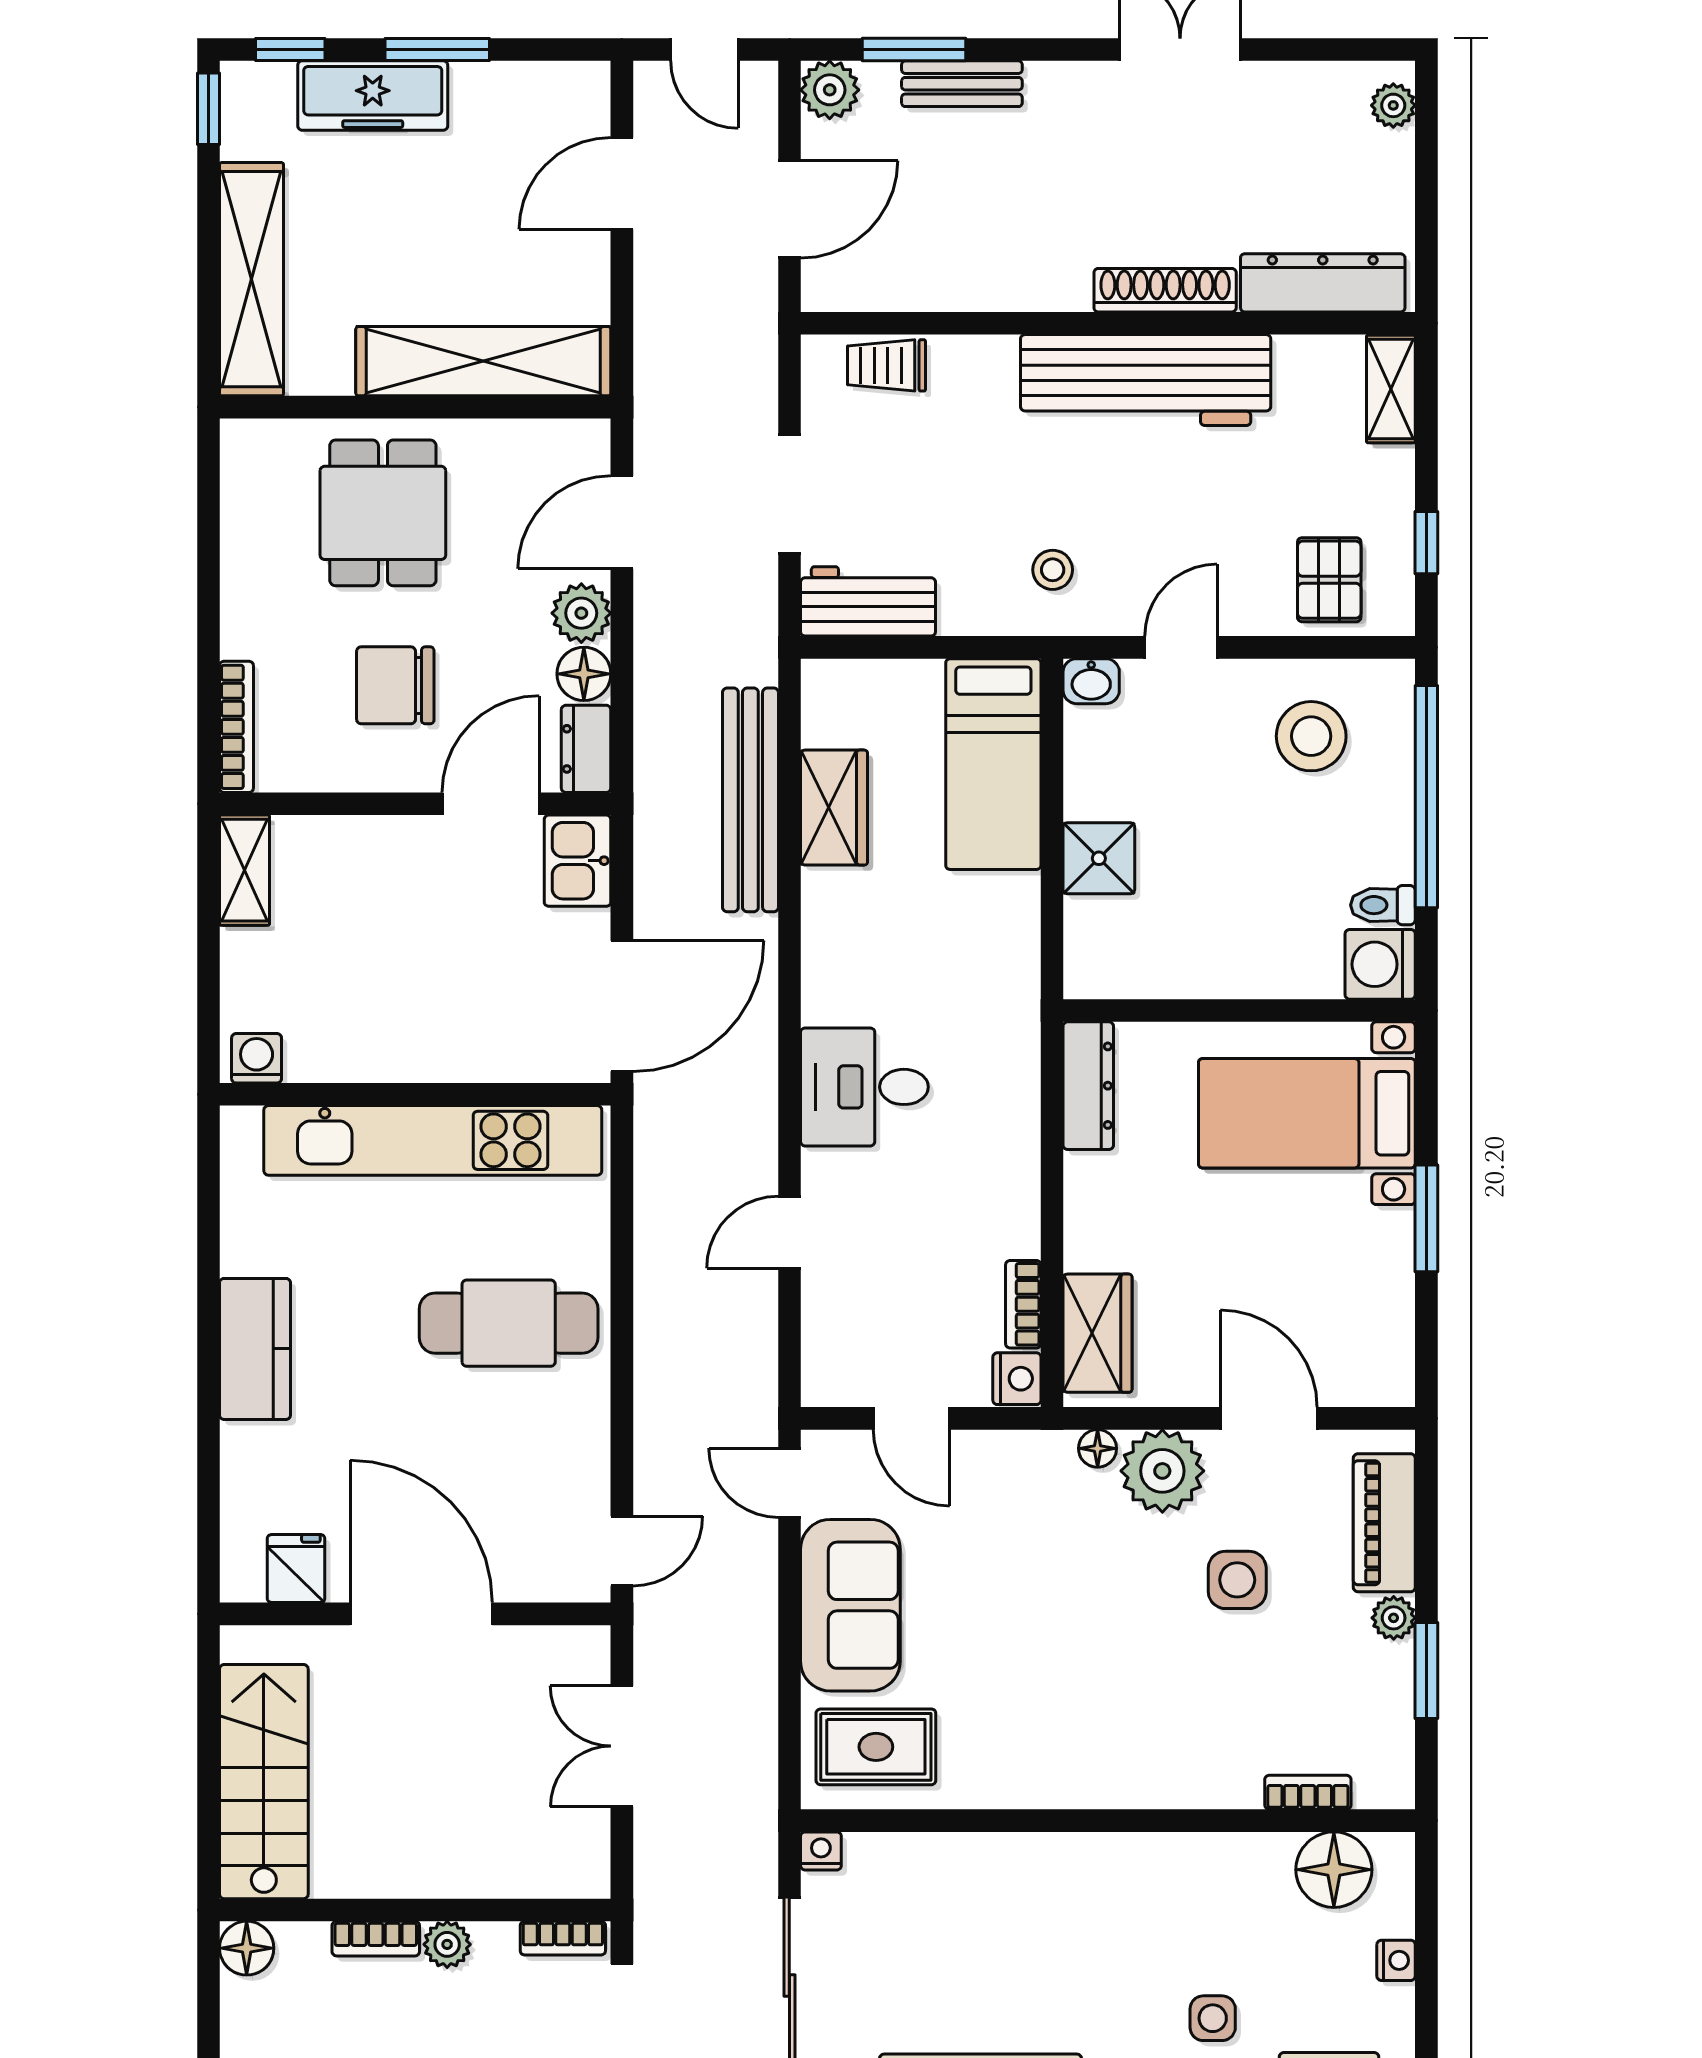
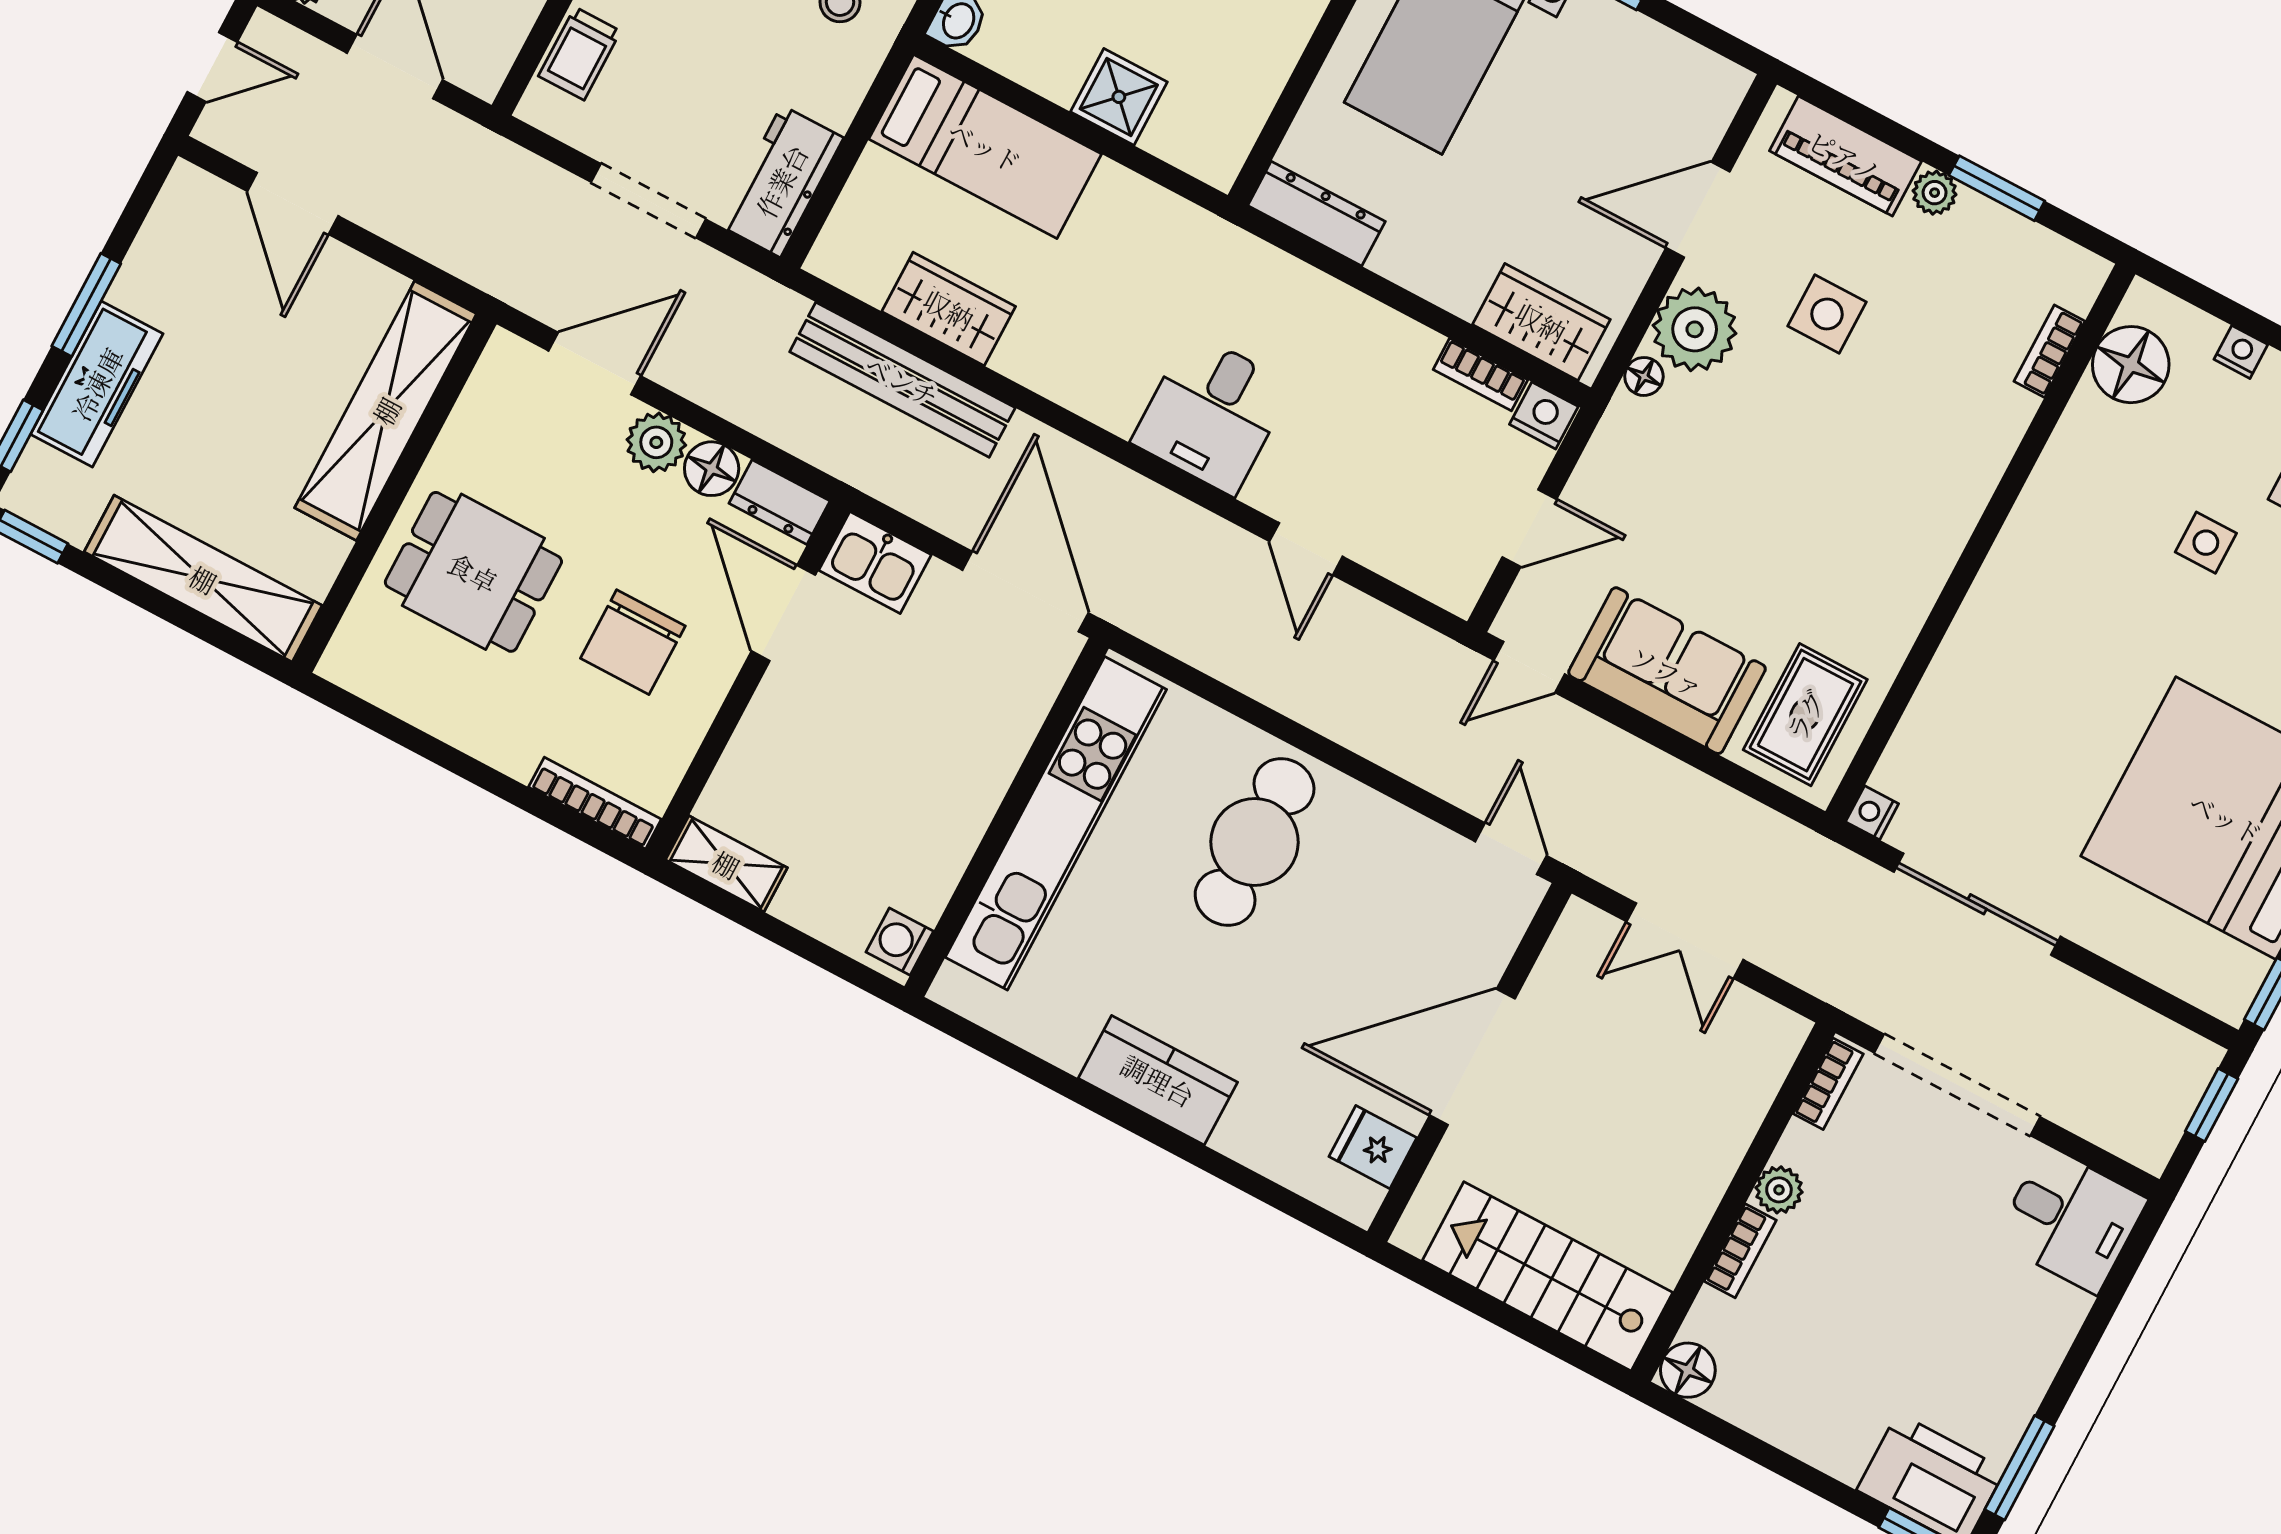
door: (622, 522) -> (595, 363), swing flipped

